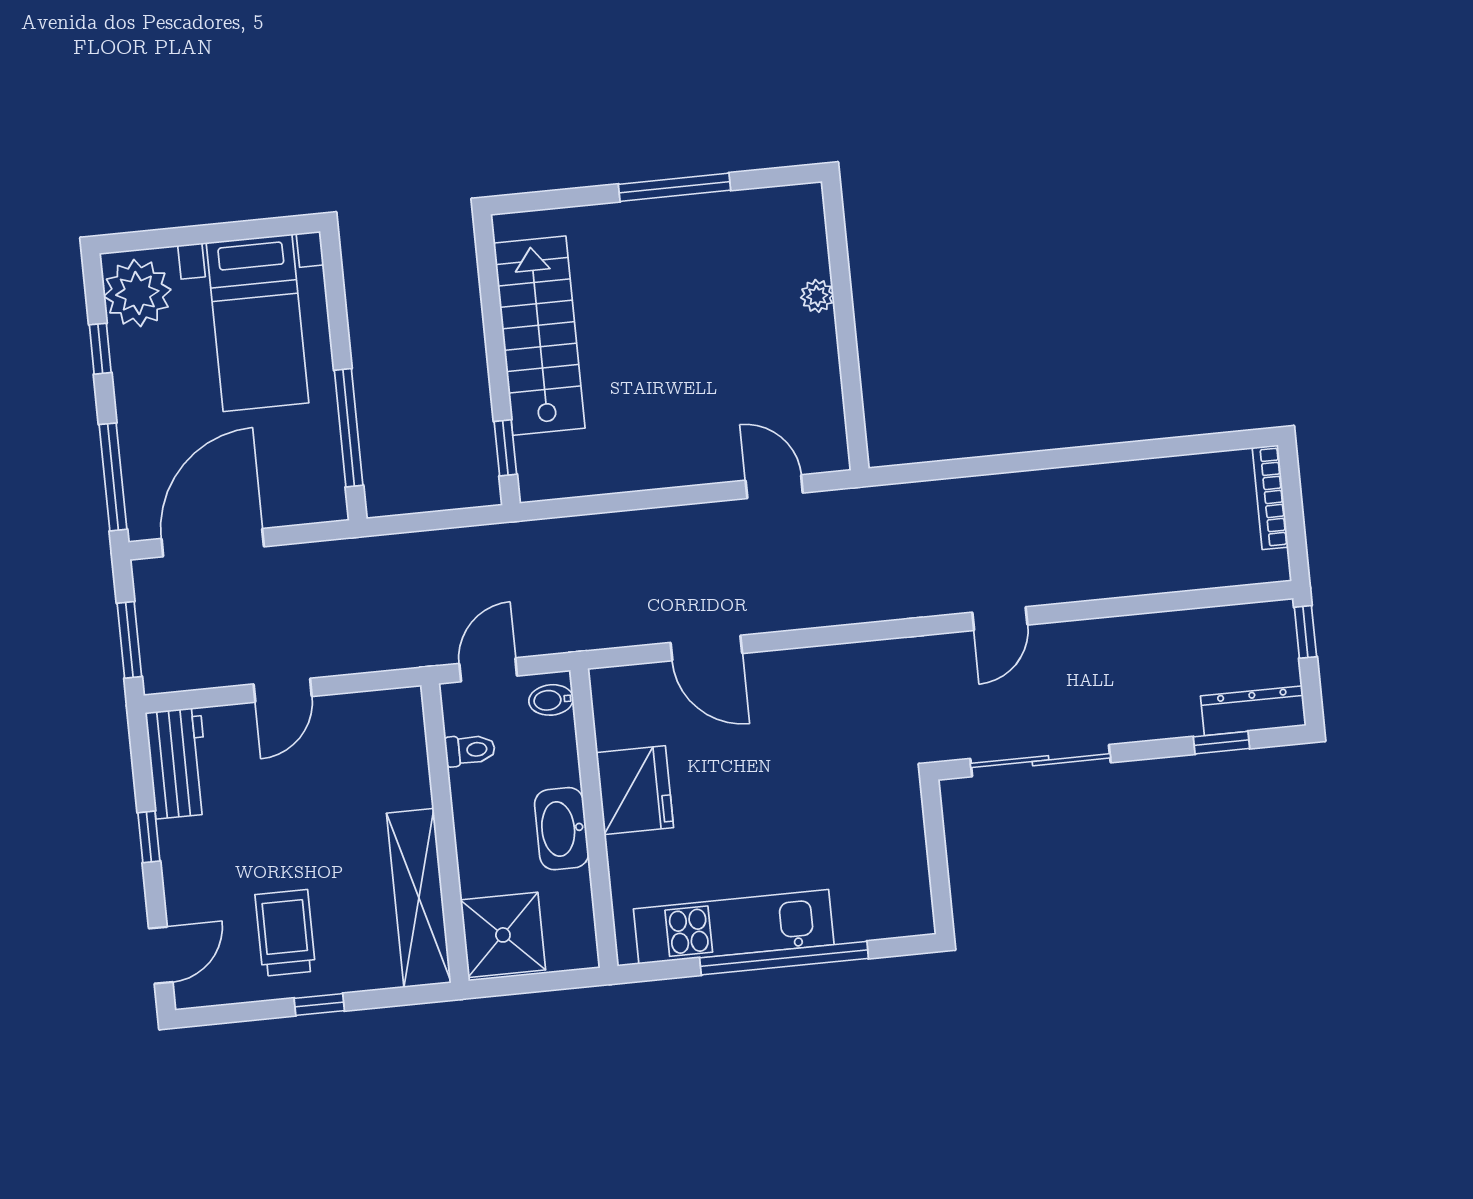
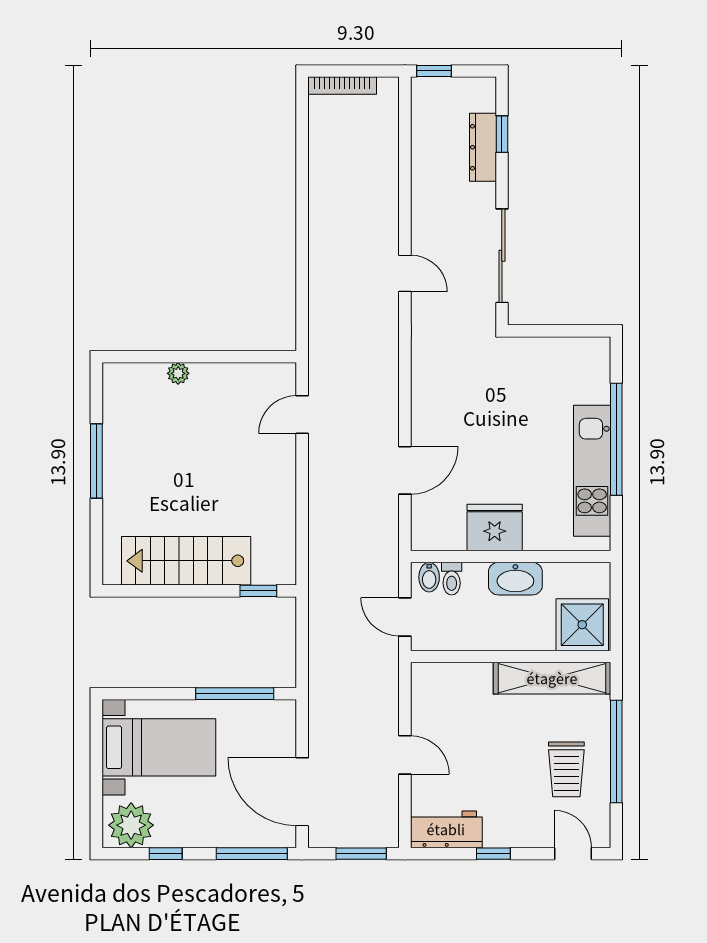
dresser: (1253, 711) -> (483, 147), moved
toilet: (470, 750) -> (452, 579), moved, turned 180
trolley: (285, 933) -> (566, 769), turned -90
window: (319, 1005) -> (616, 752), width x3.17

